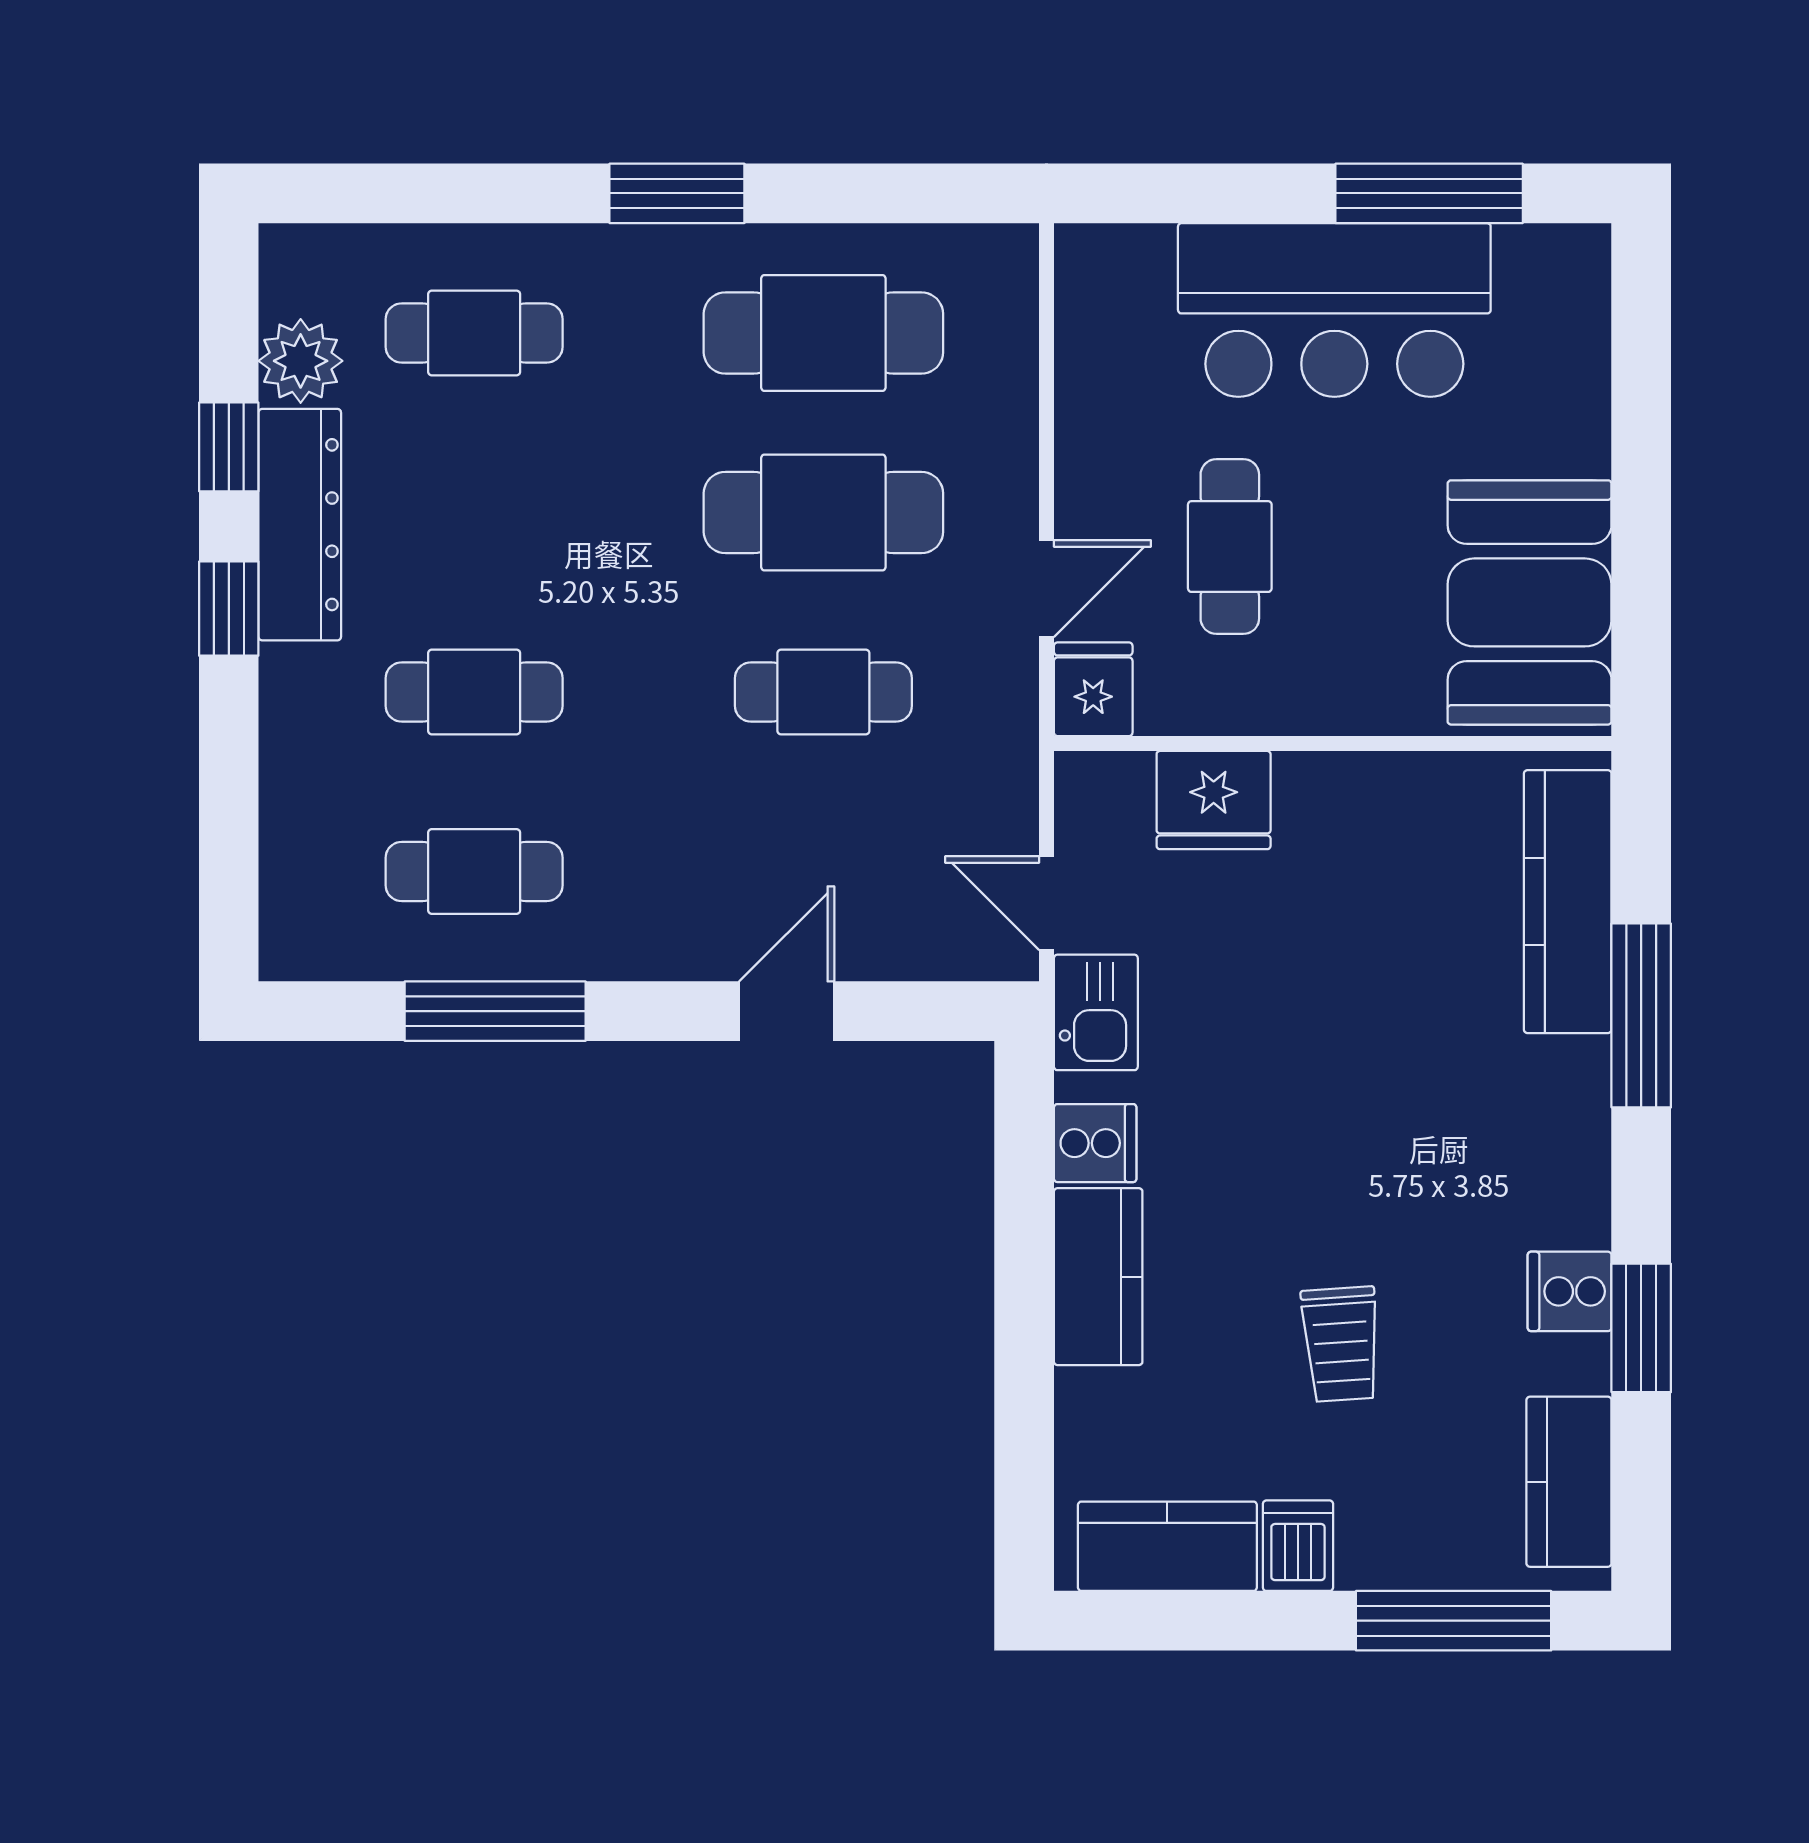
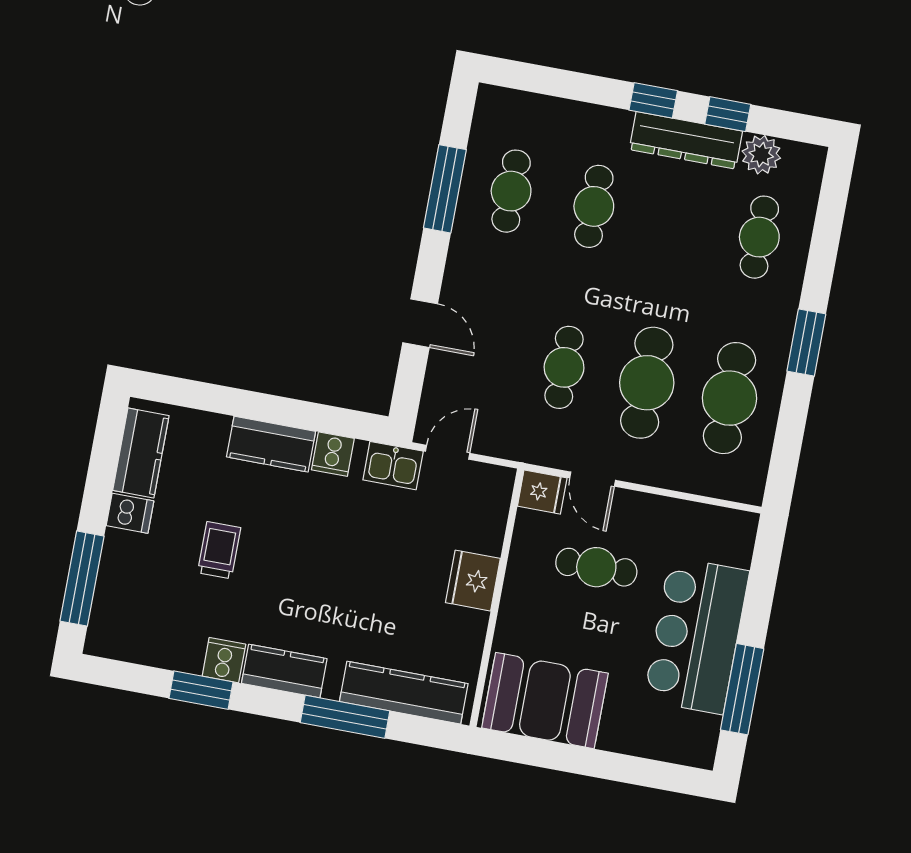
fridge: (1214, 800) -> (473, 581), moved
trolley: (1341, 1344) -> (219, 550), turned 94
kitchen counter: (1569, 1482) -> (284, 671), moved

